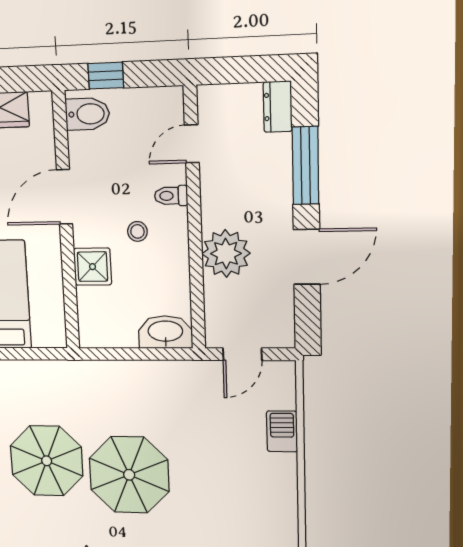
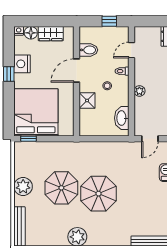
window: (106, 76) -> (109, 21), moved
bidet: (87, 114) -> (88, 50), moved
plant: (226, 253) -> (139, 91), width x0.53, depth x0.53
washbasin: (165, 332) -> (122, 118), moved, turned -90

